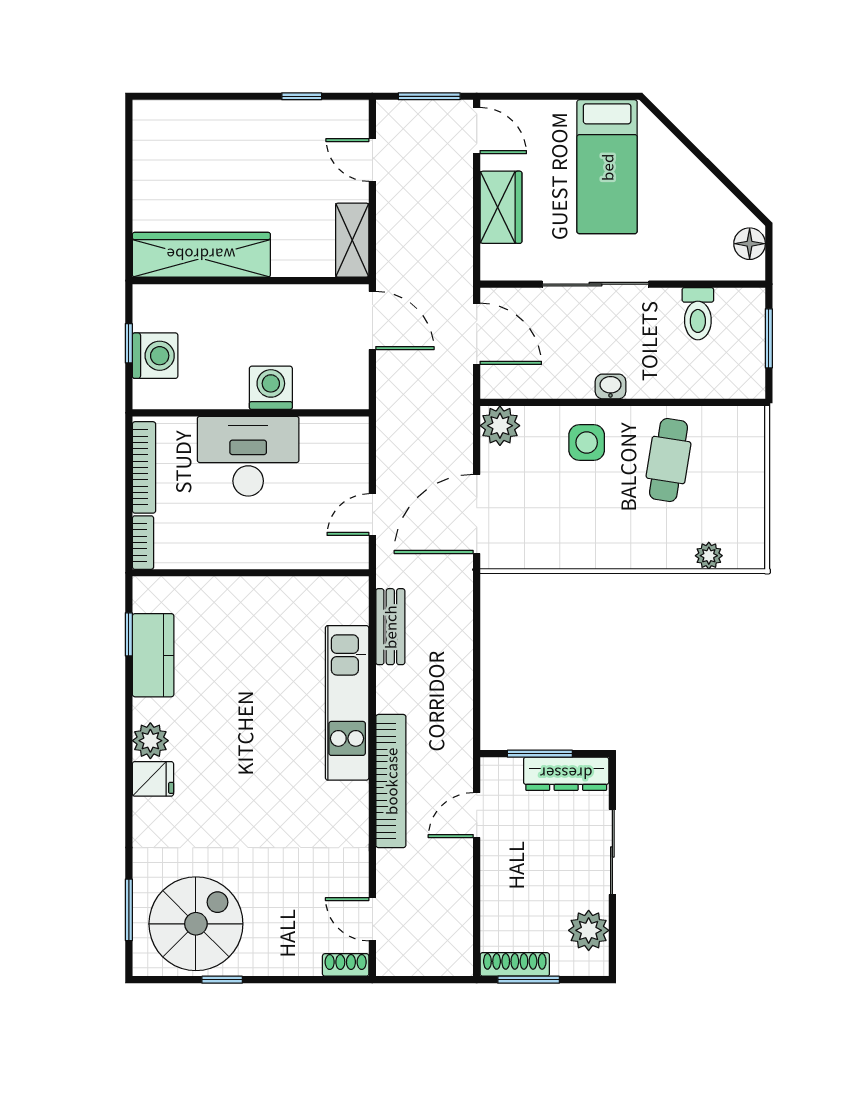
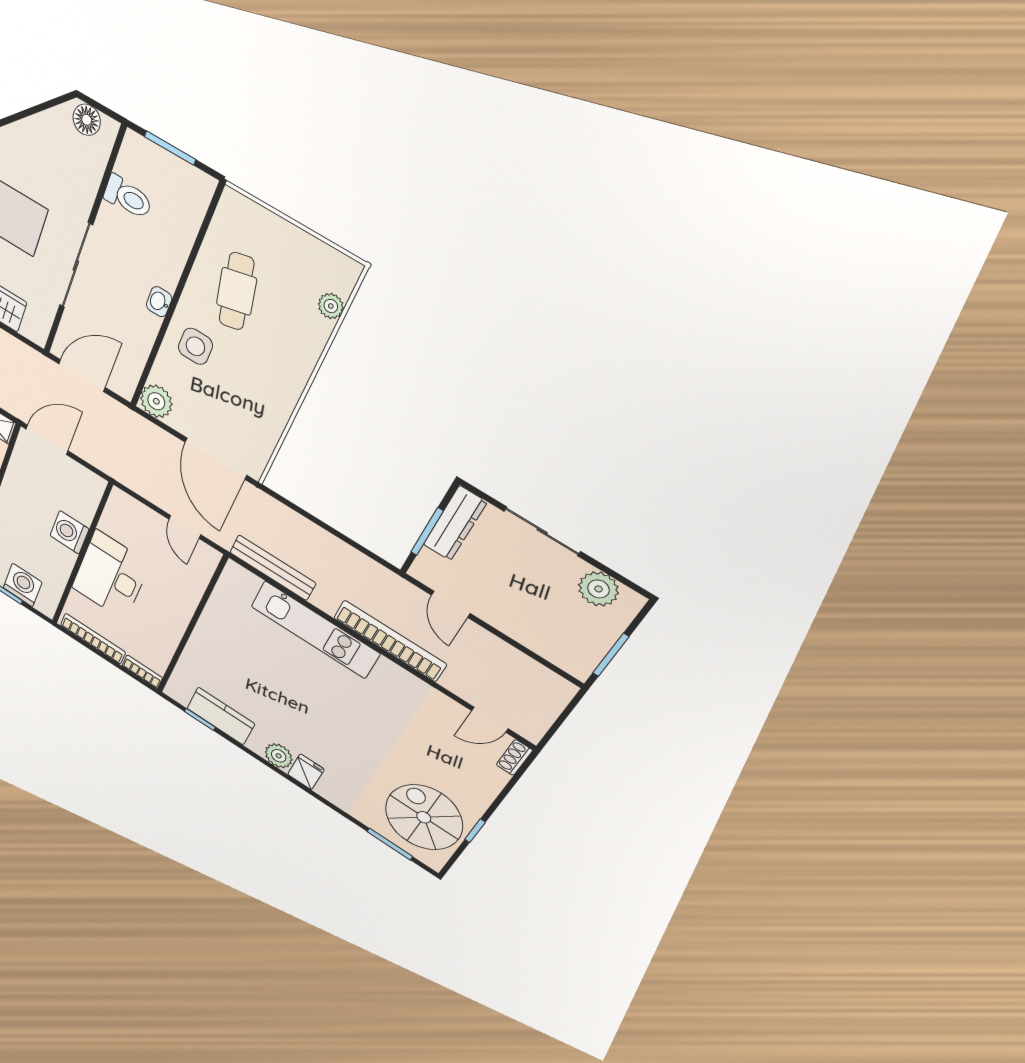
cafe table: (669, 460) -> (236, 291), turned 68
bench: (390, 627) -> (273, 568), width x1.36
shoe rack: (515, 964) -> (591, 656), removed

